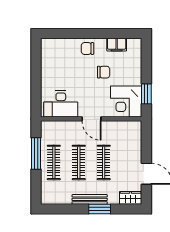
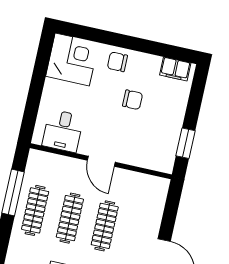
filing cabinet: (117, 45) -> (175, 69), moved
corner desk: (126, 102) -> (72, 59), moved, turned 180
desk: (61, 104) -> (63, 131), width x0.73

